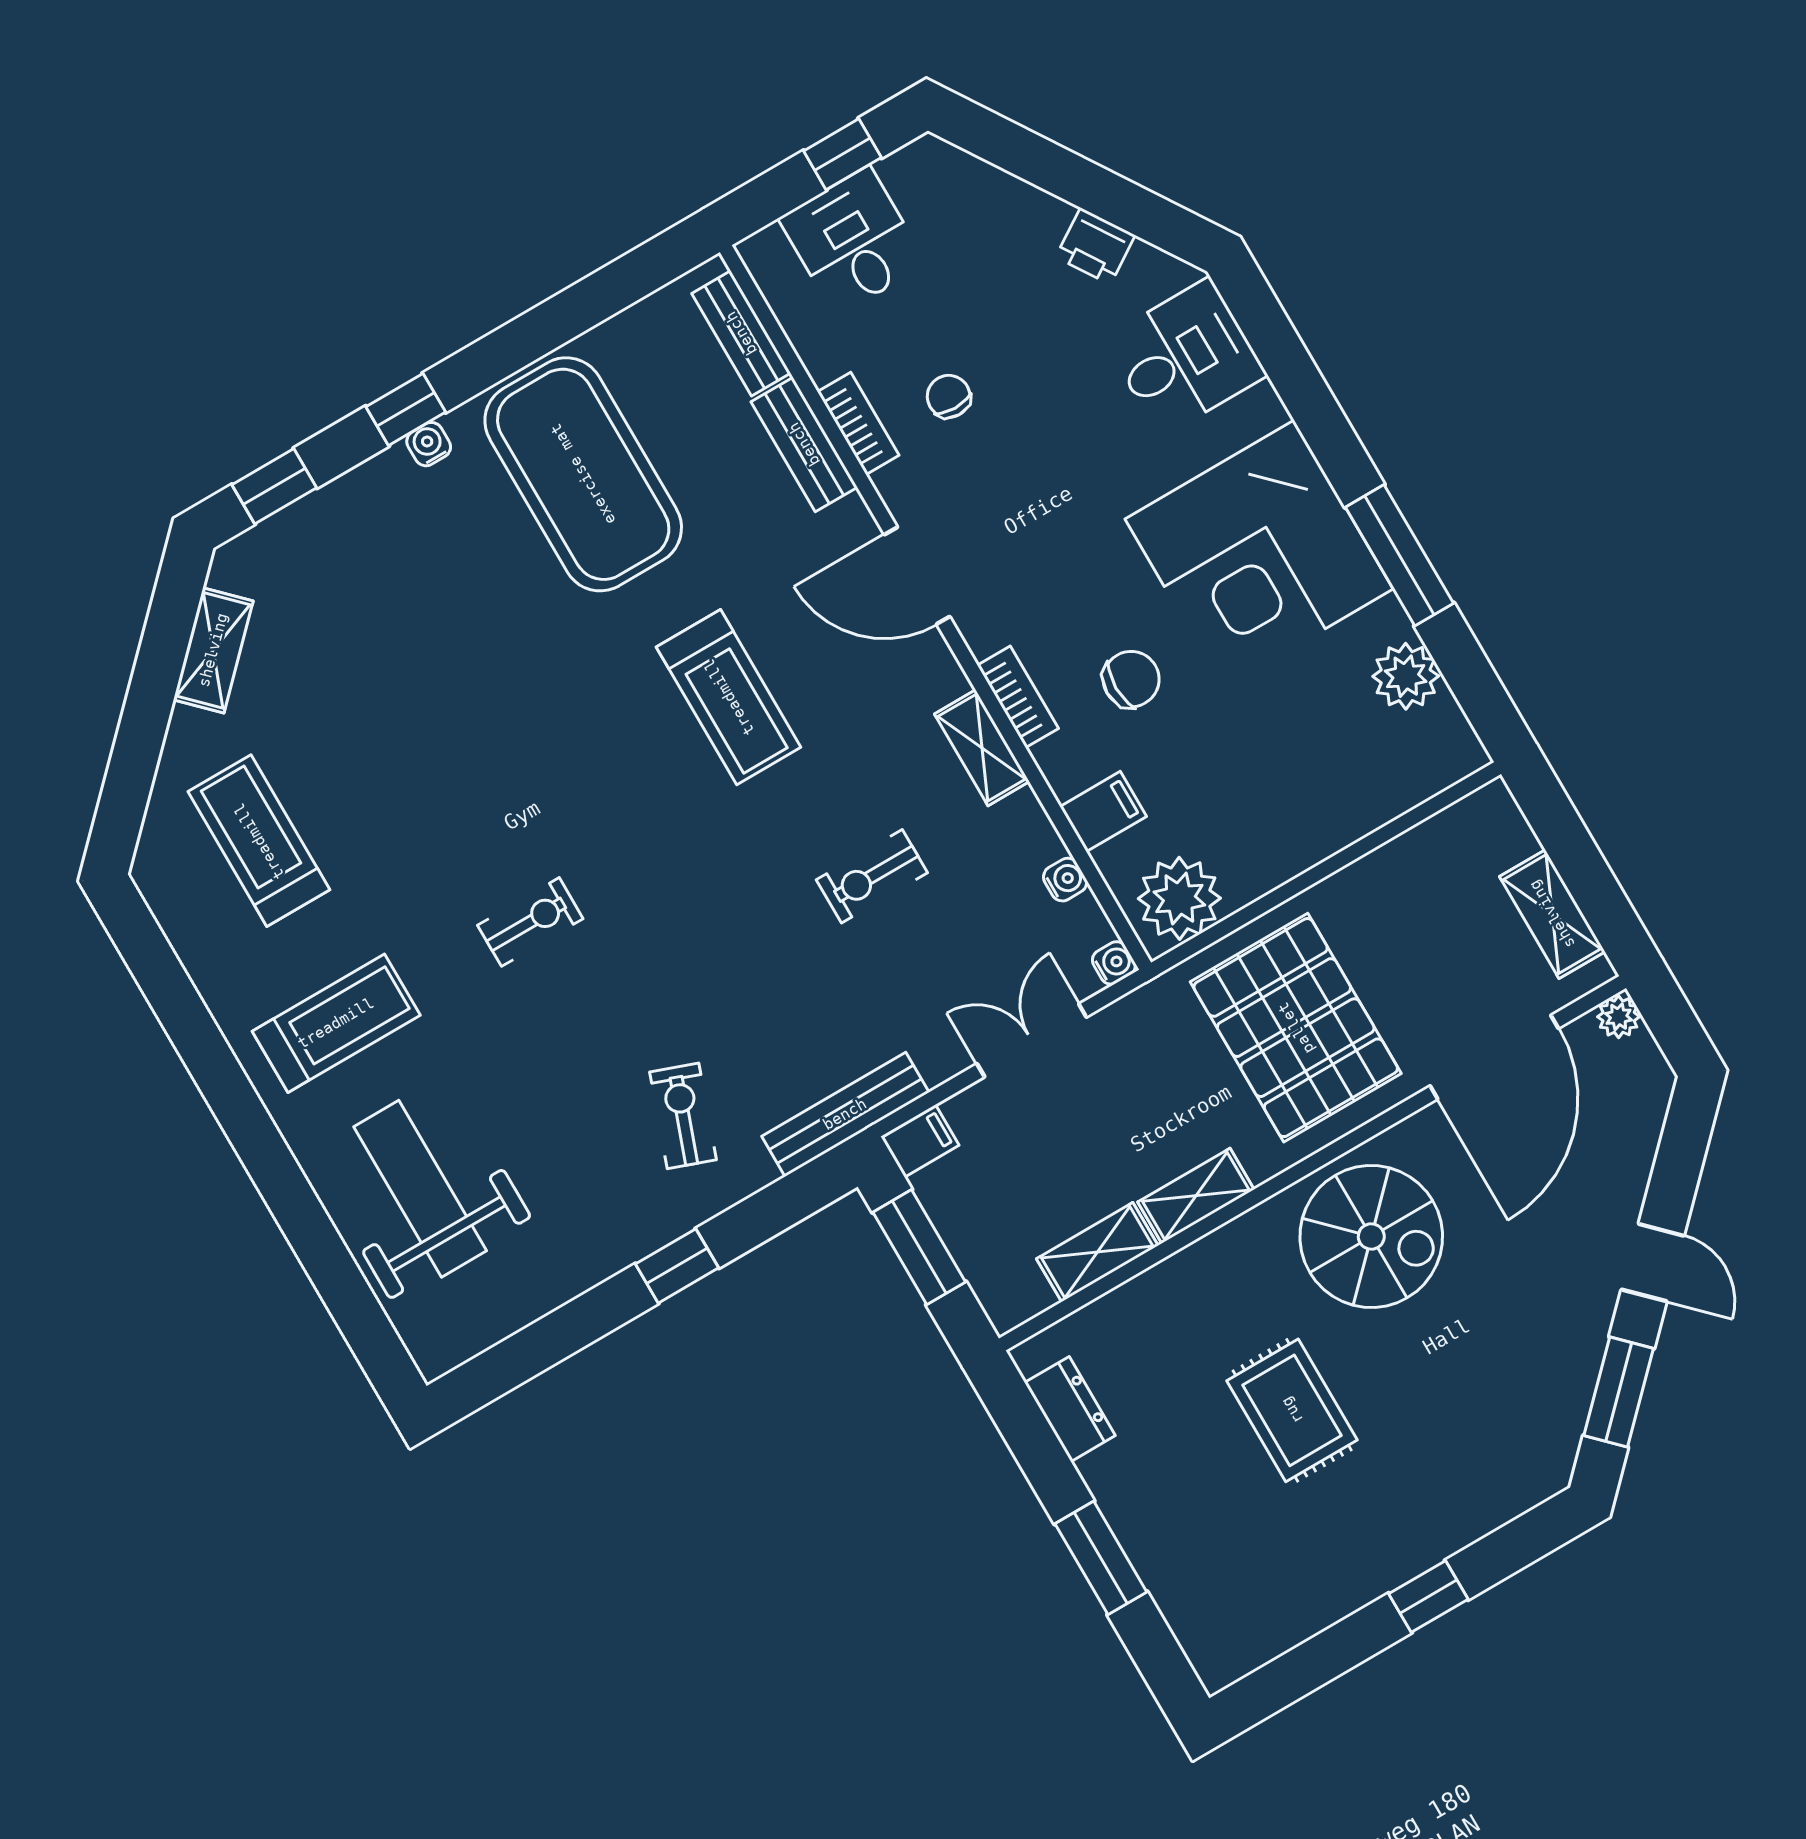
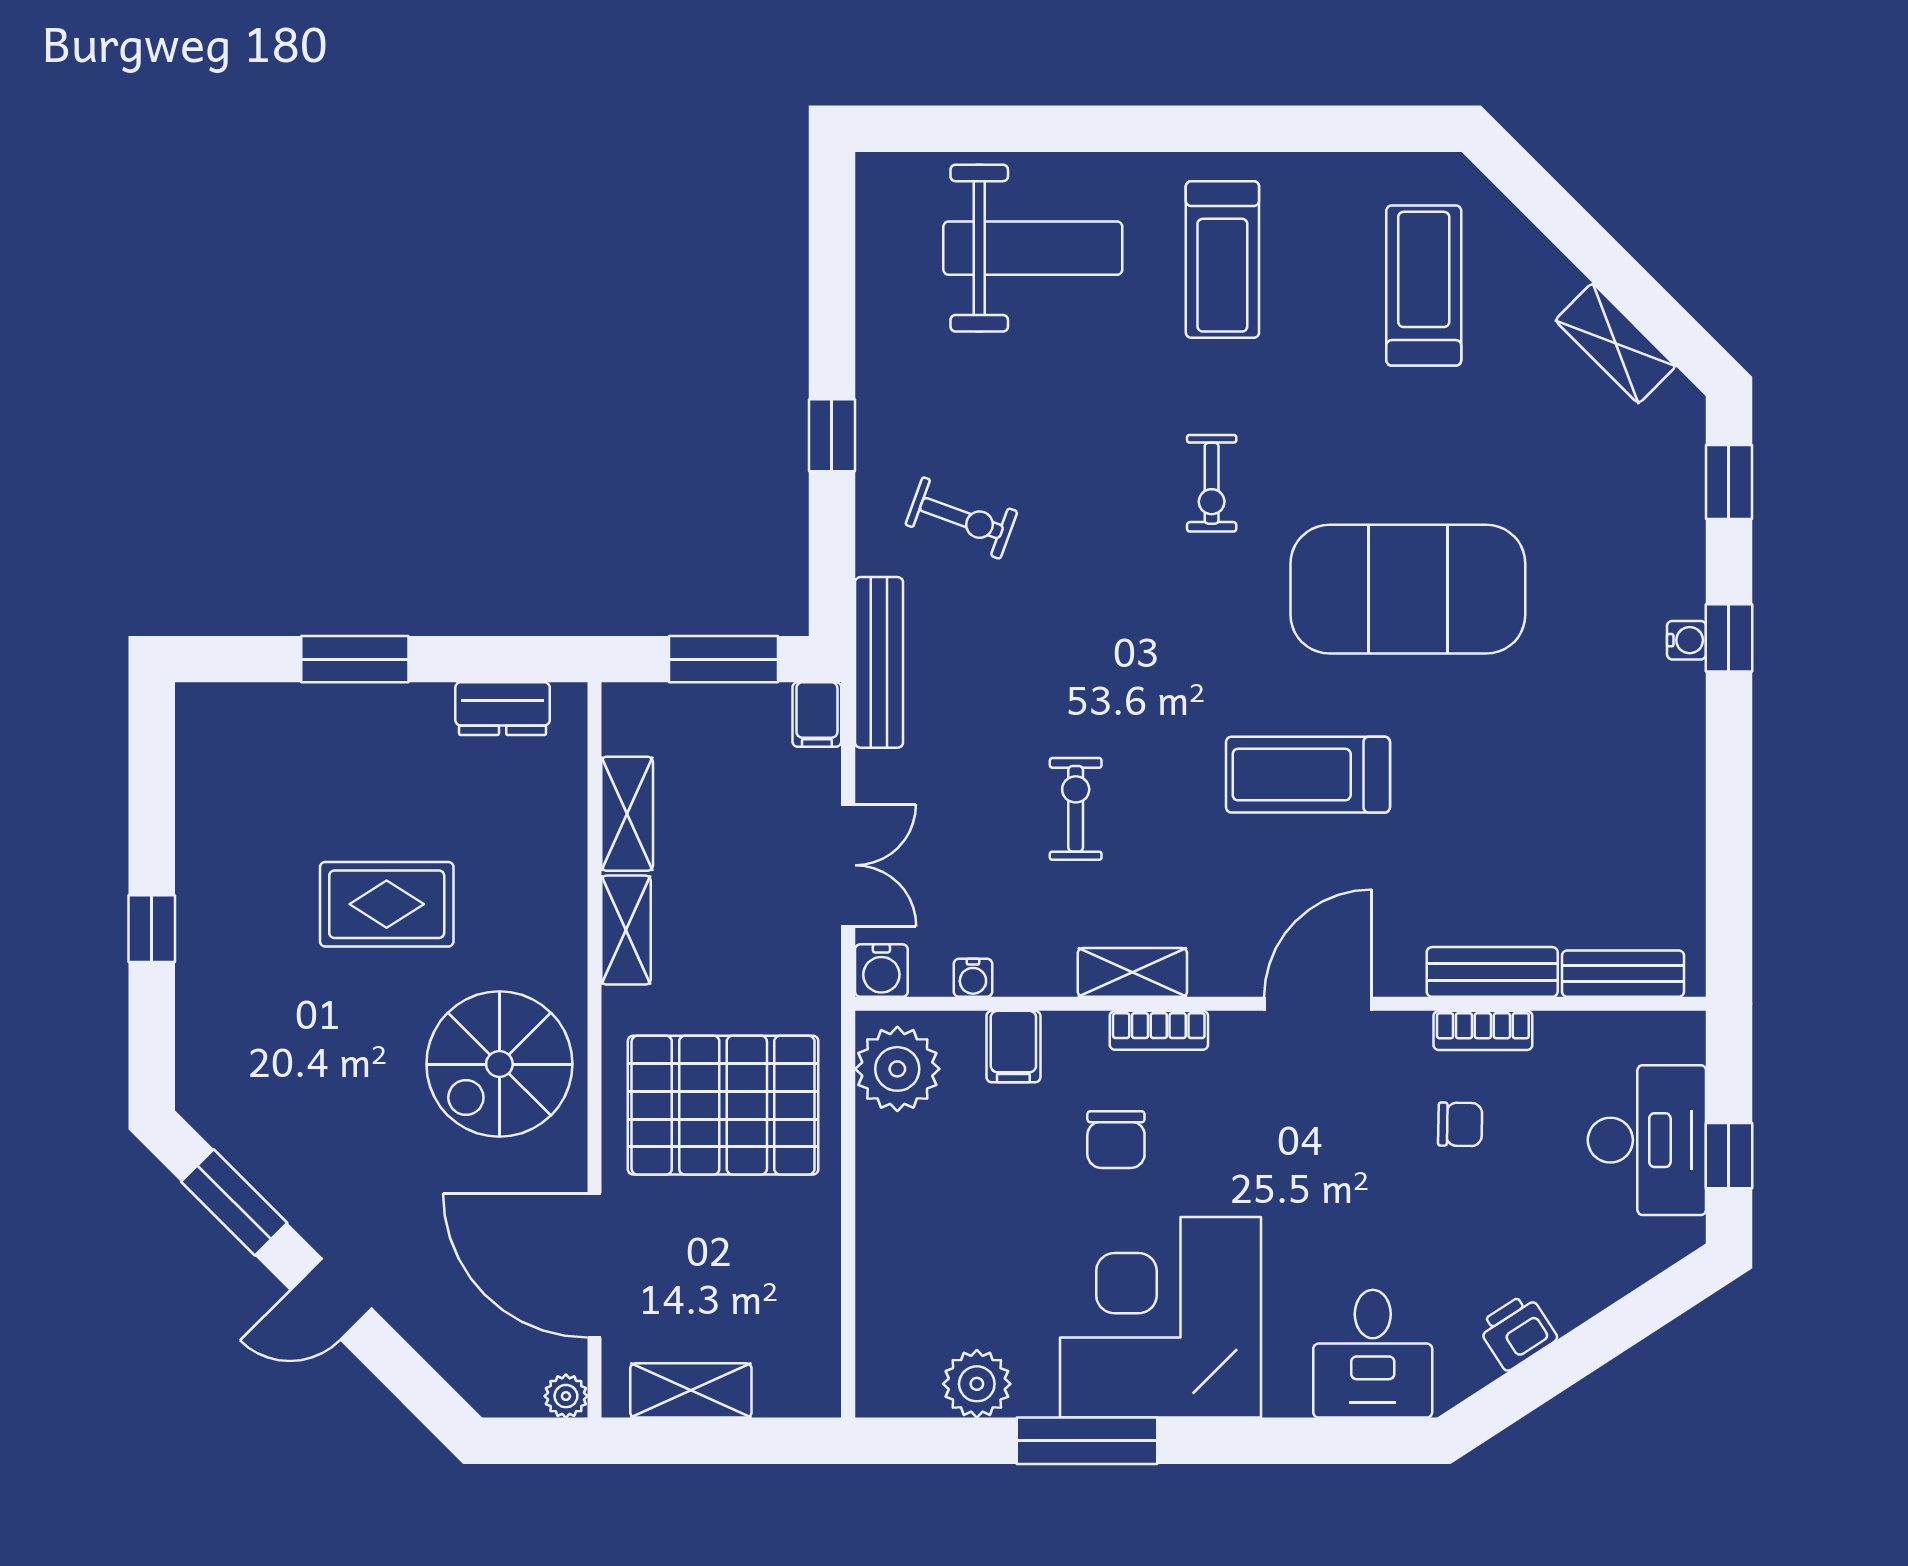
desk: (853, 241) -> (1647, 1140), width x1.37
exercise mat: (583, 474) -> (1408, 589), moved
treadmill: (259, 841) -> (1424, 285), turned -90
water cooler: (1114, 963) -> (881, 971), width x1.38, depth x1.38

